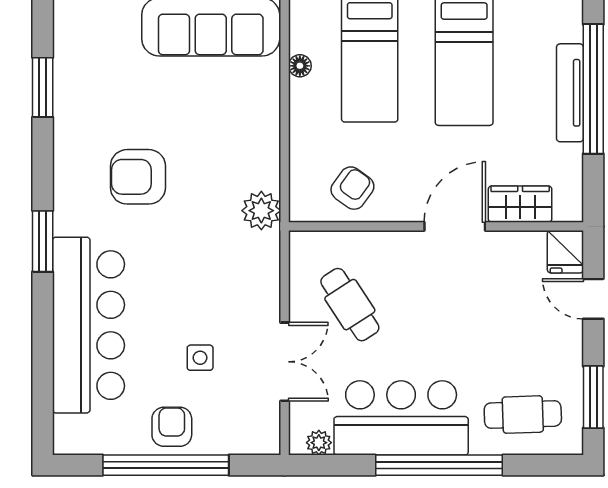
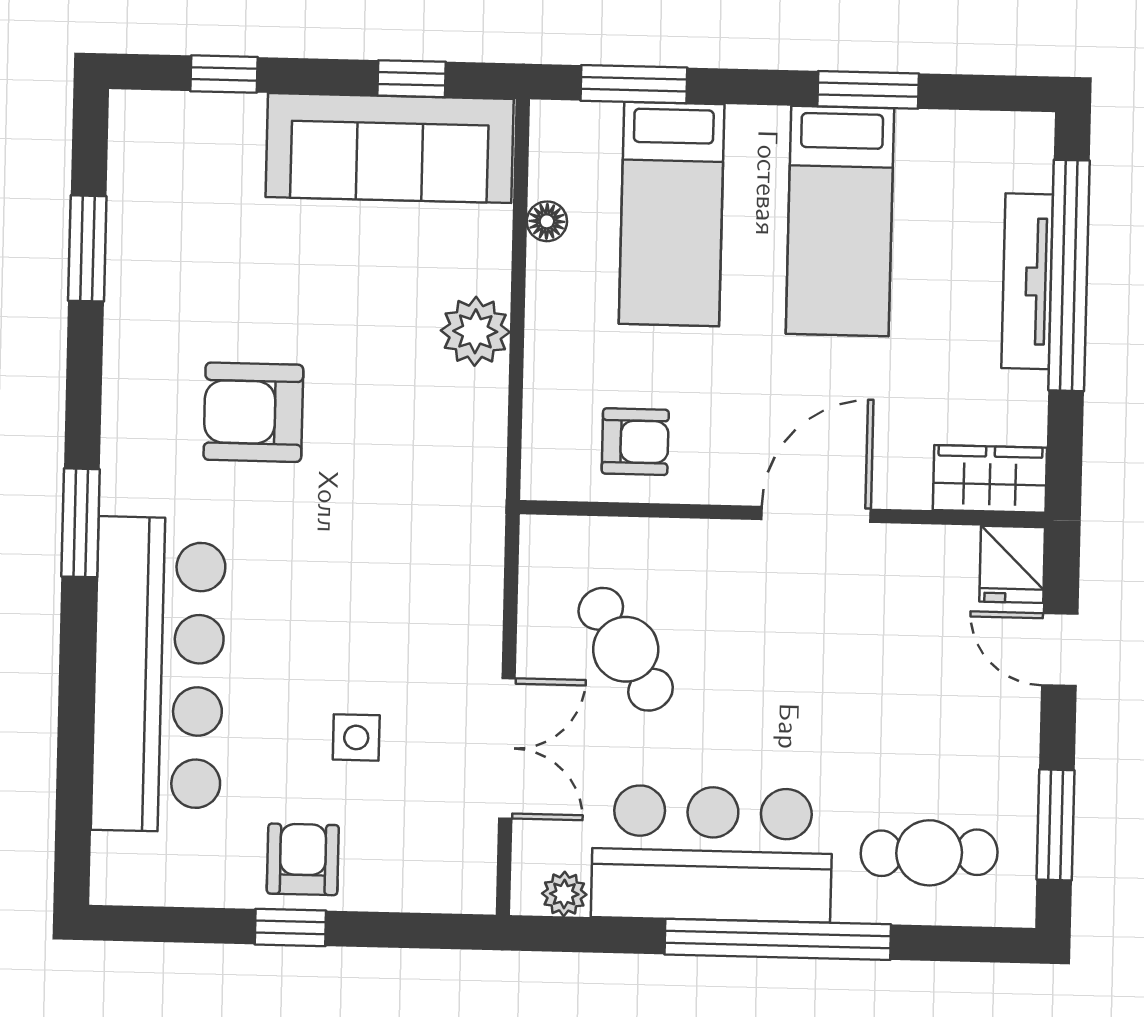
armchair: (352, 188) -> (635, 442), turned 54
wardrobe: (520, 204) -> (990, 479), moved
plant: (261, 211) -> (475, 331), moved
window: (166, 465) -> (290, 927), width x0.32

